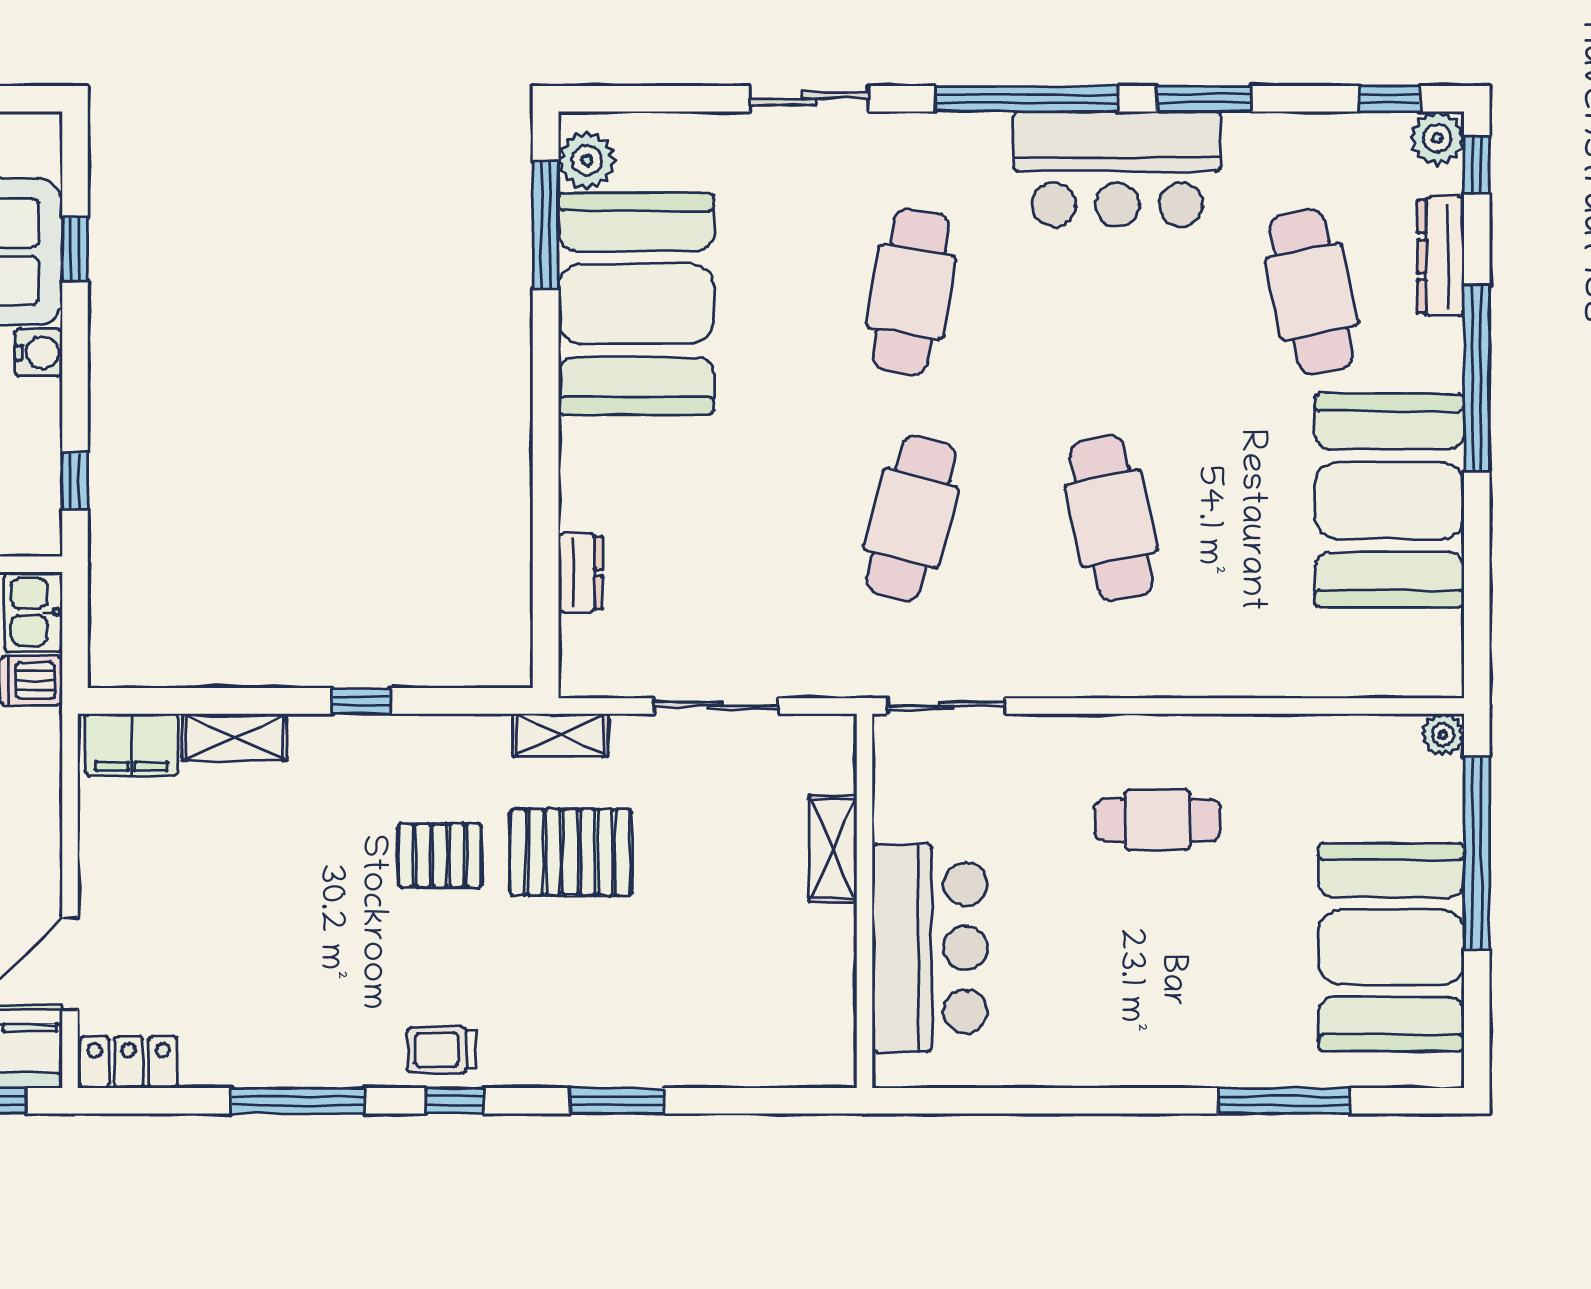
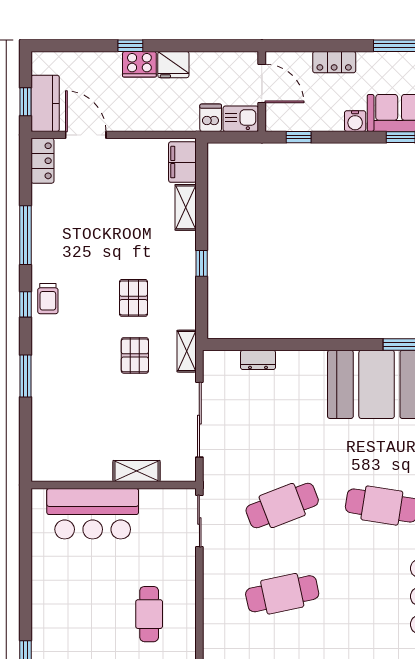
cafe table: (911, 518) -> (282, 506), turned -36
sliding door: (716, 706) -> (199, 420), width x1.37
pallet: (570, 852) -> (135, 355), width x0.67, depth x0.71
trolley: (442, 1050) -> (48, 299), turned 180

